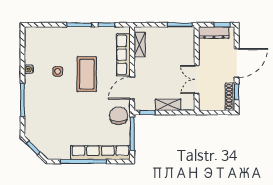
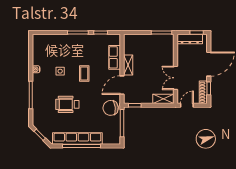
shelving: (140, 45) -> (128, 65), moved
row of seats: (123, 55) -> (115, 57), width x0.68
coffee table: (87, 74) -> (84, 73), width x0.54, depth x0.58
shelving: (168, 105) -> (163, 99), moved
wheelchair: (67, 111) -> (67, 104), added
door: (210, 112) -> (187, 105), added
chair: (119, 116) -> (111, 108), turned -96
row of seats: (100, 152) -> (77, 139), moved

